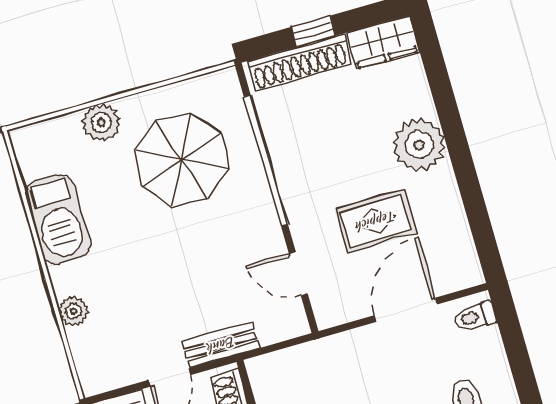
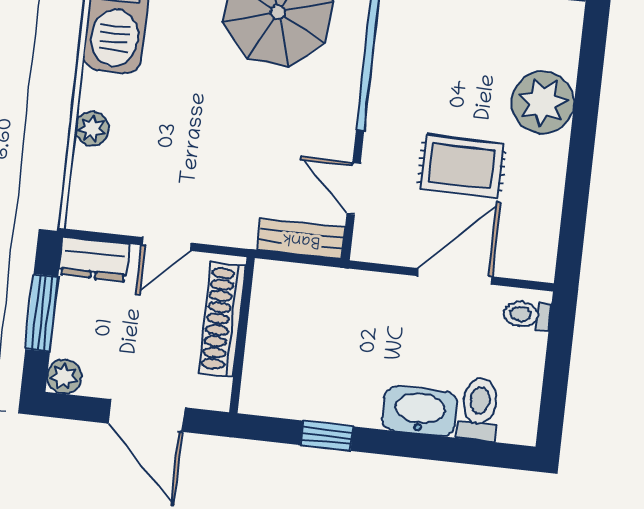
bench: (221, 345) -> (301, 239), moved

